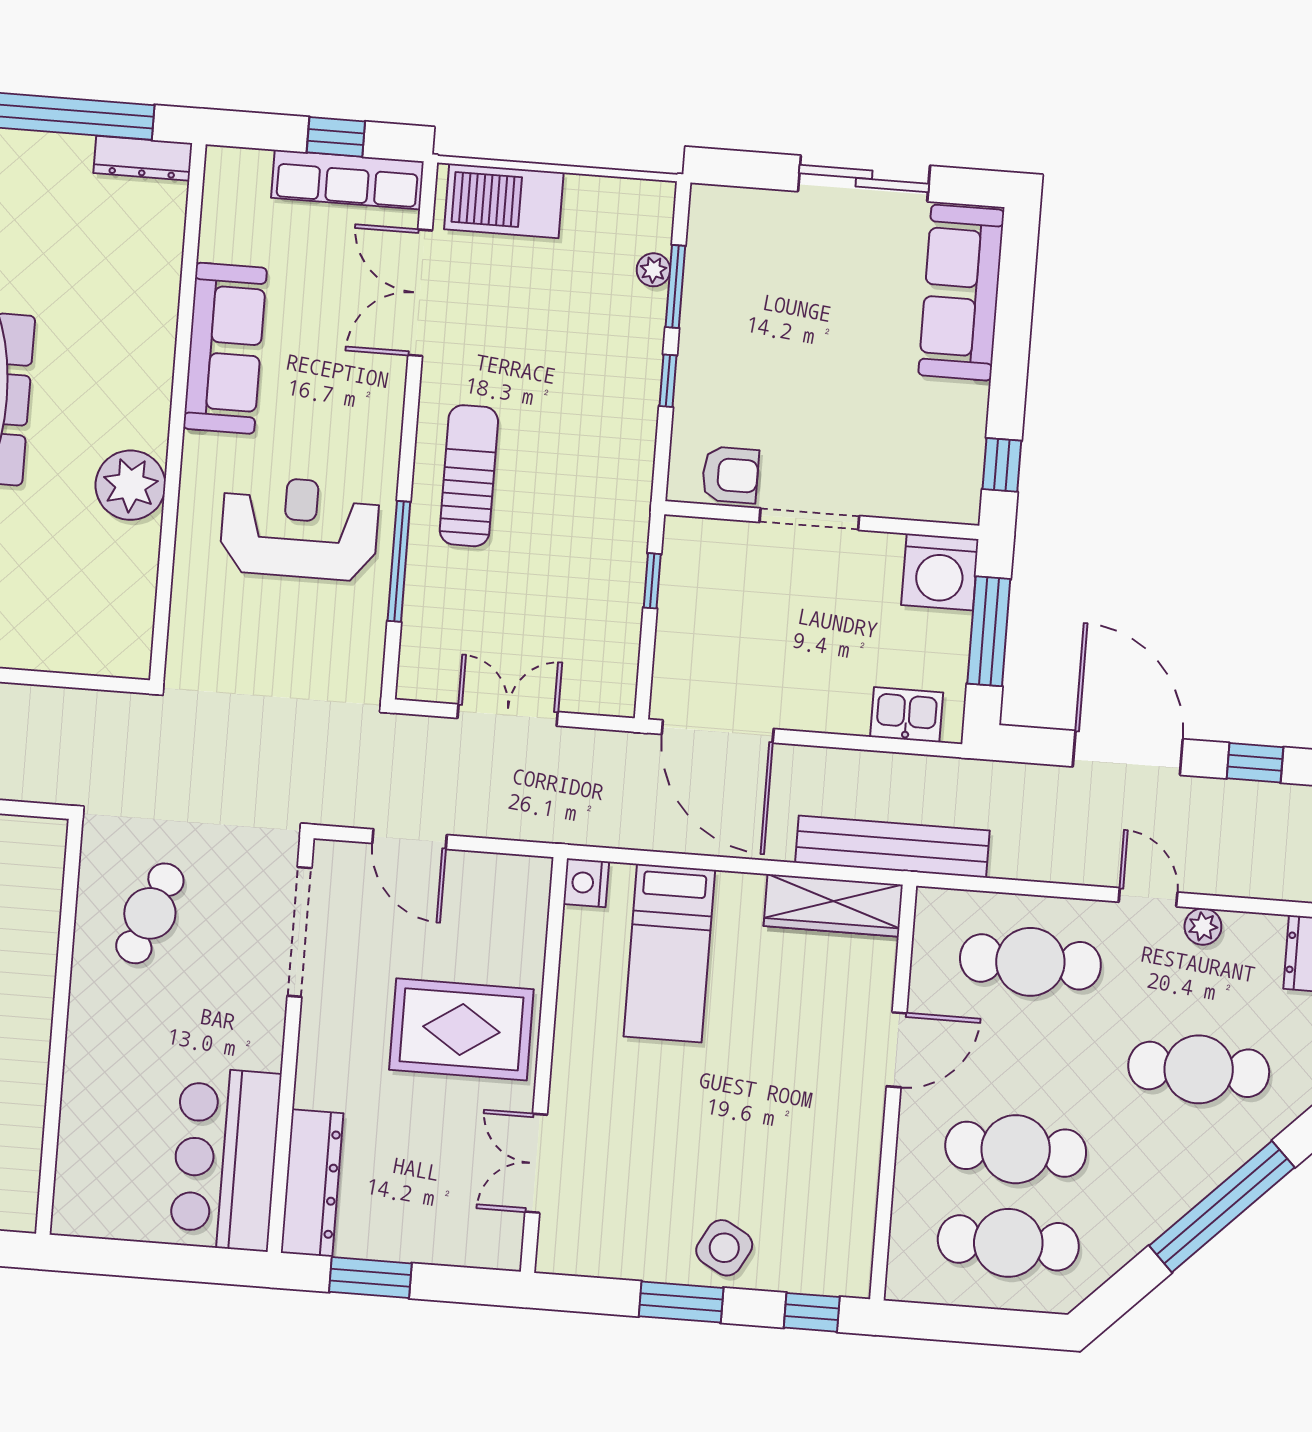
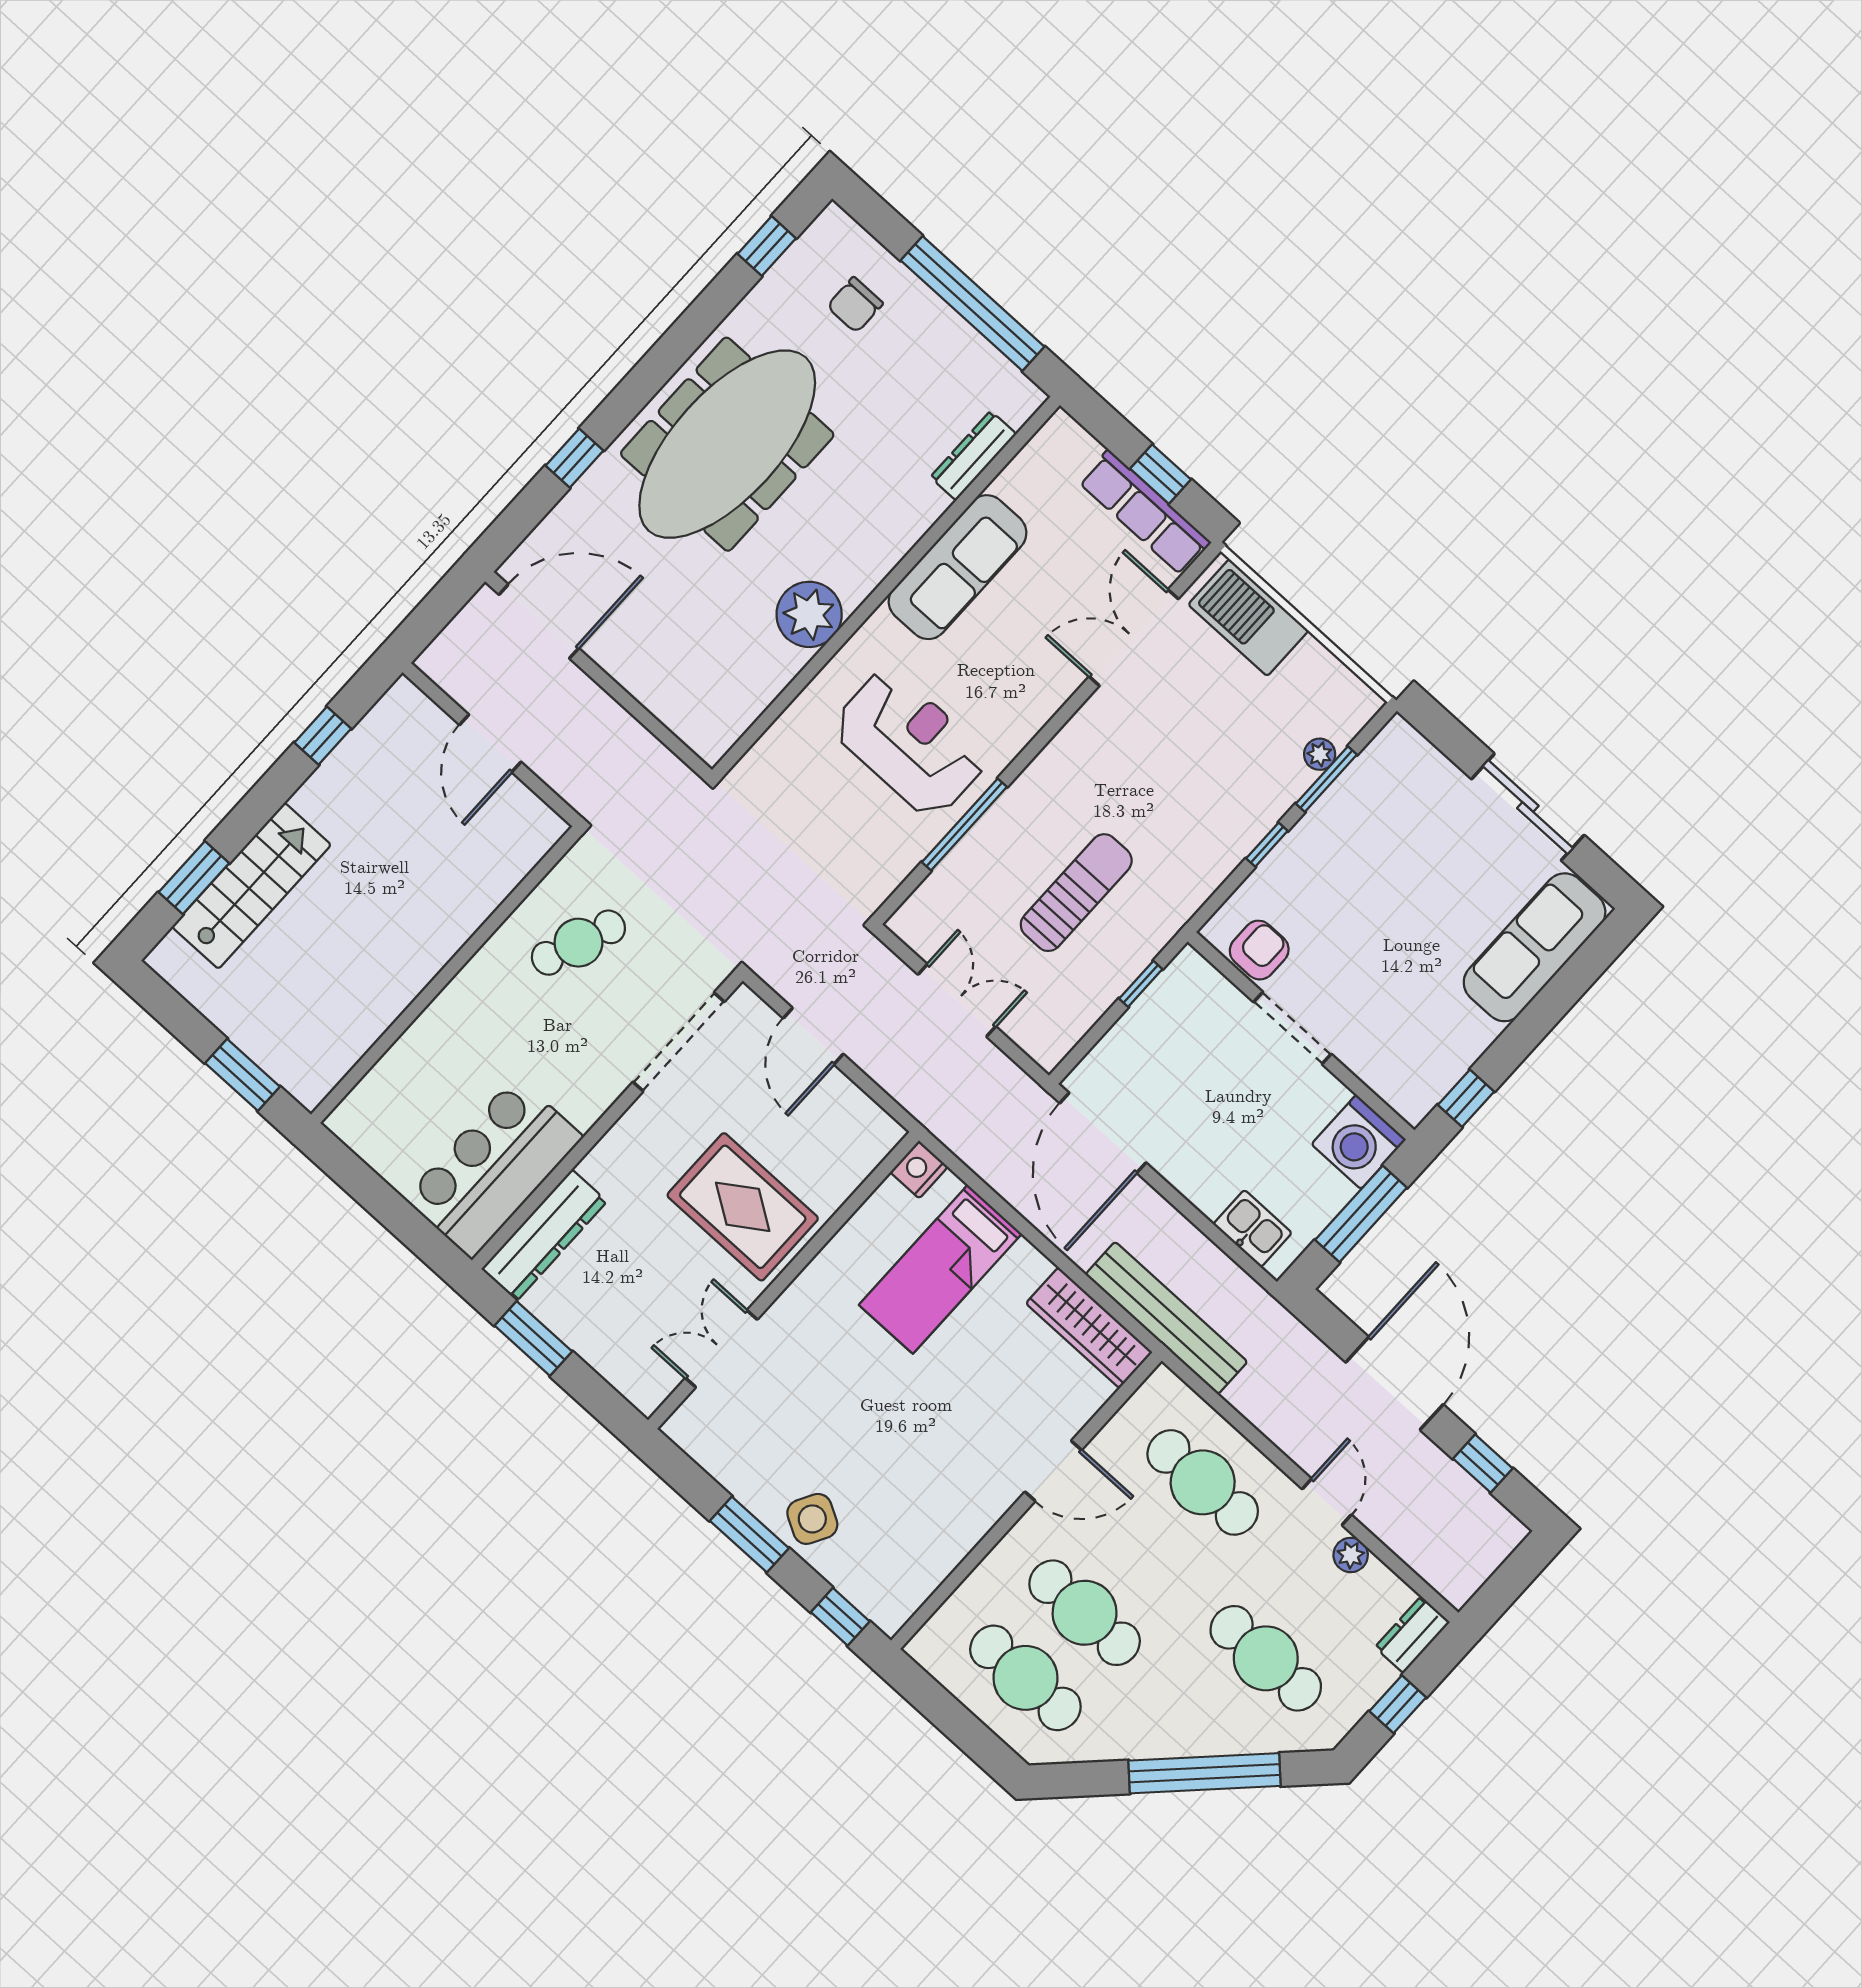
dresser: (143, 158) -> (973, 456), moved, turned 90
armchair: (730, 475) -> (1259, 950), turned -90
sun lounger: (469, 476) -> (1076, 893), moved

